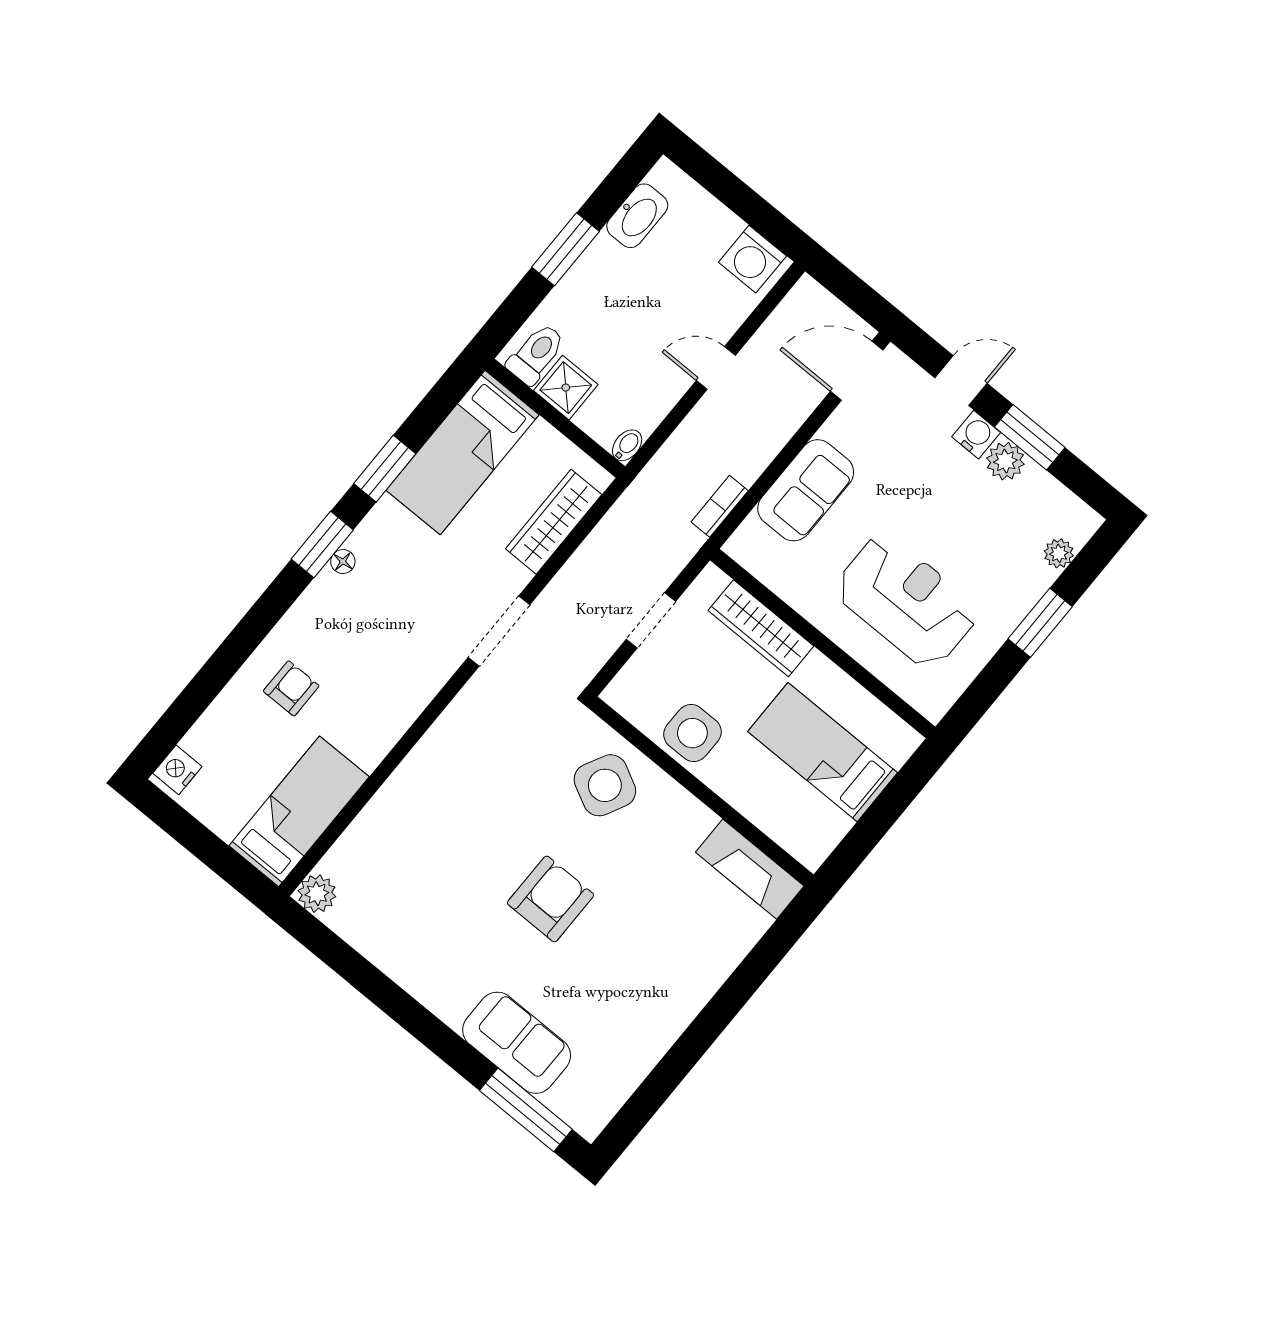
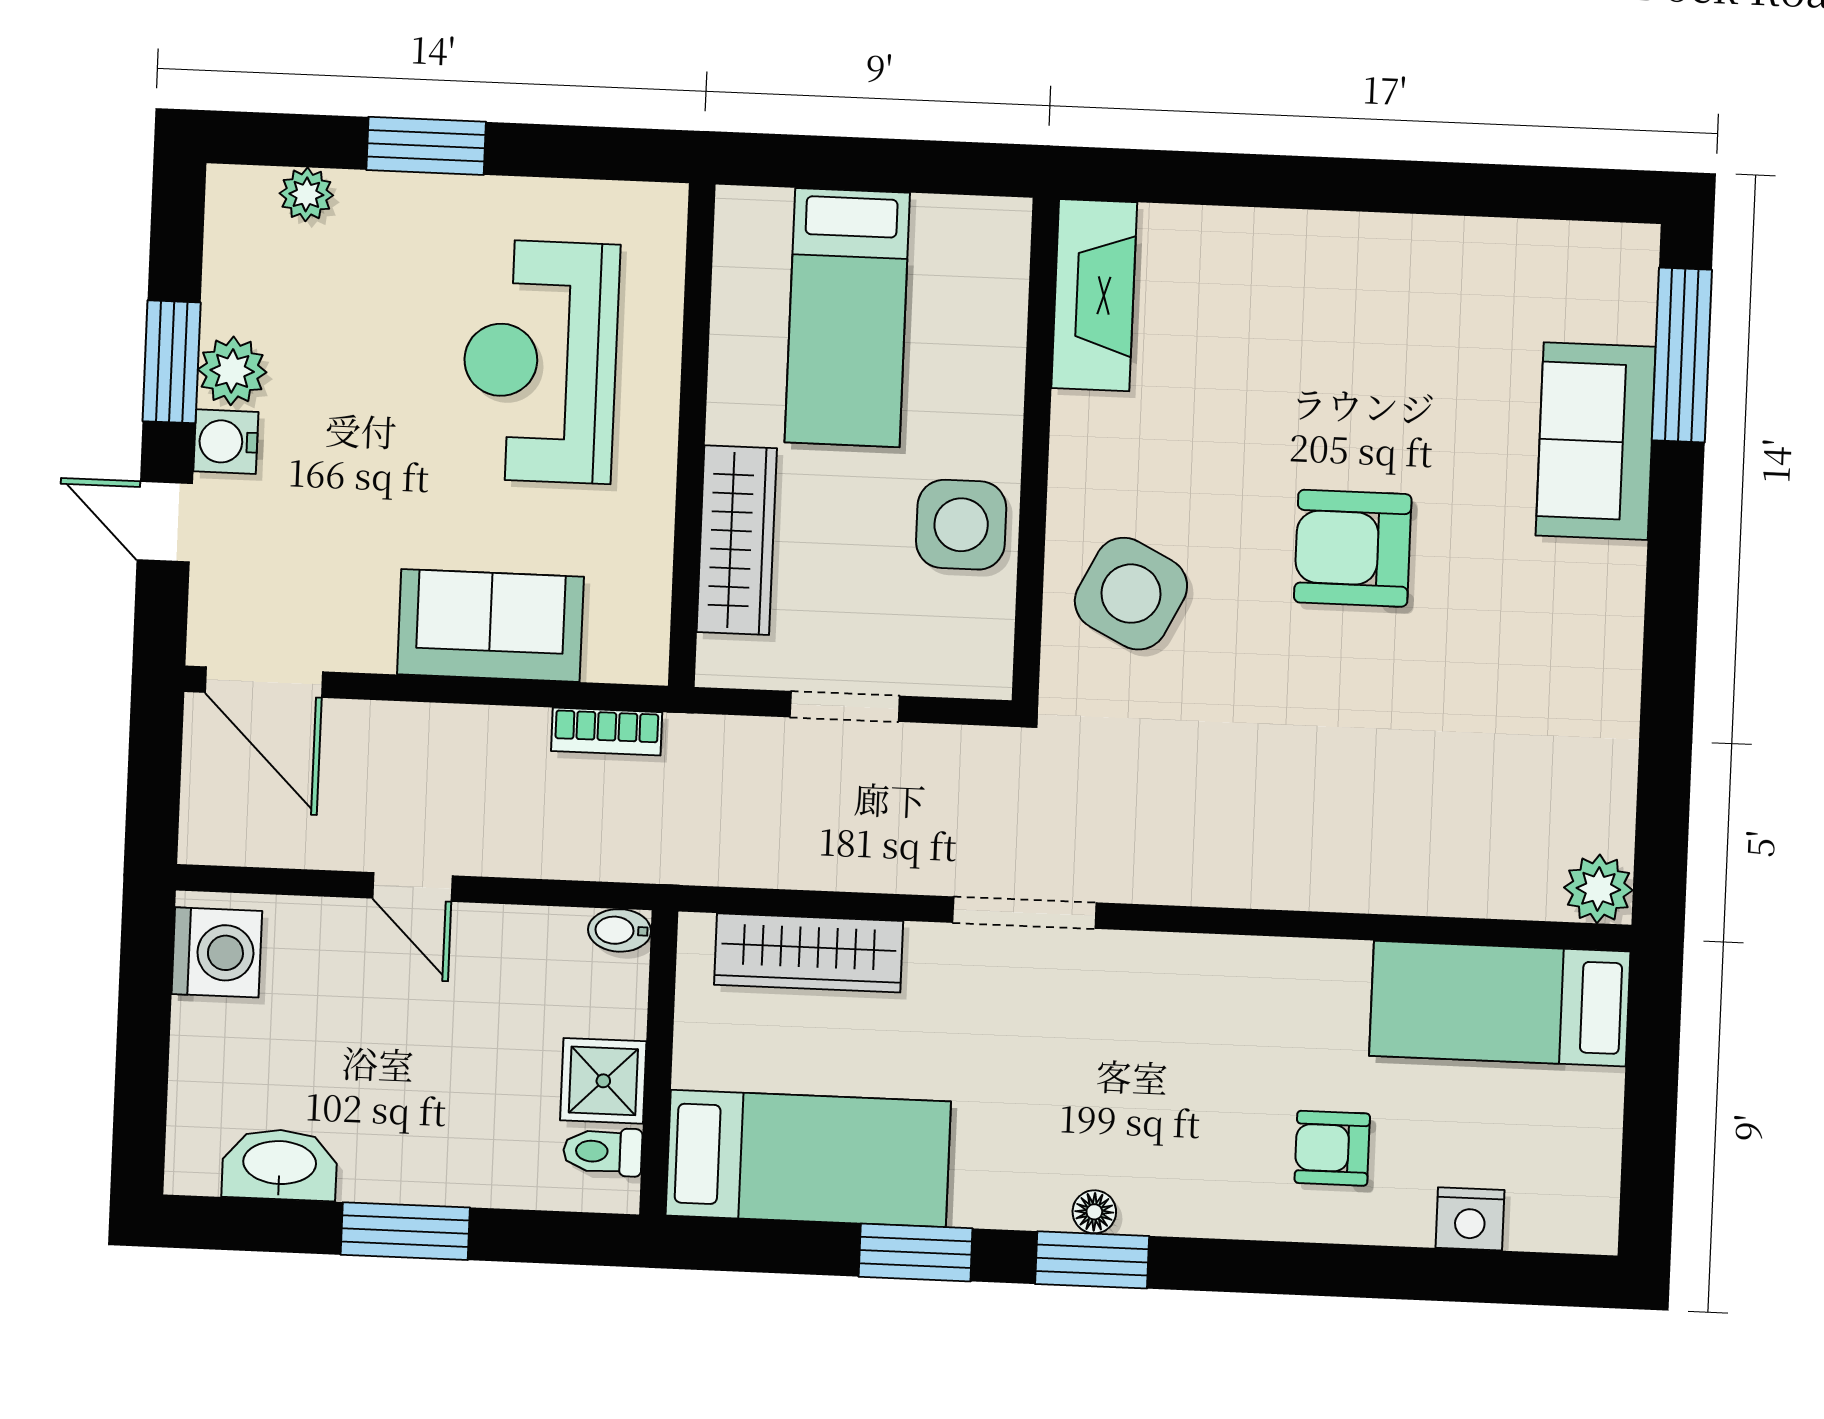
toilet: (536, 354) -> (603, 1152), width x0.73, depth x0.72
nightstand: (177, 770) -> (1470, 1219), moved

